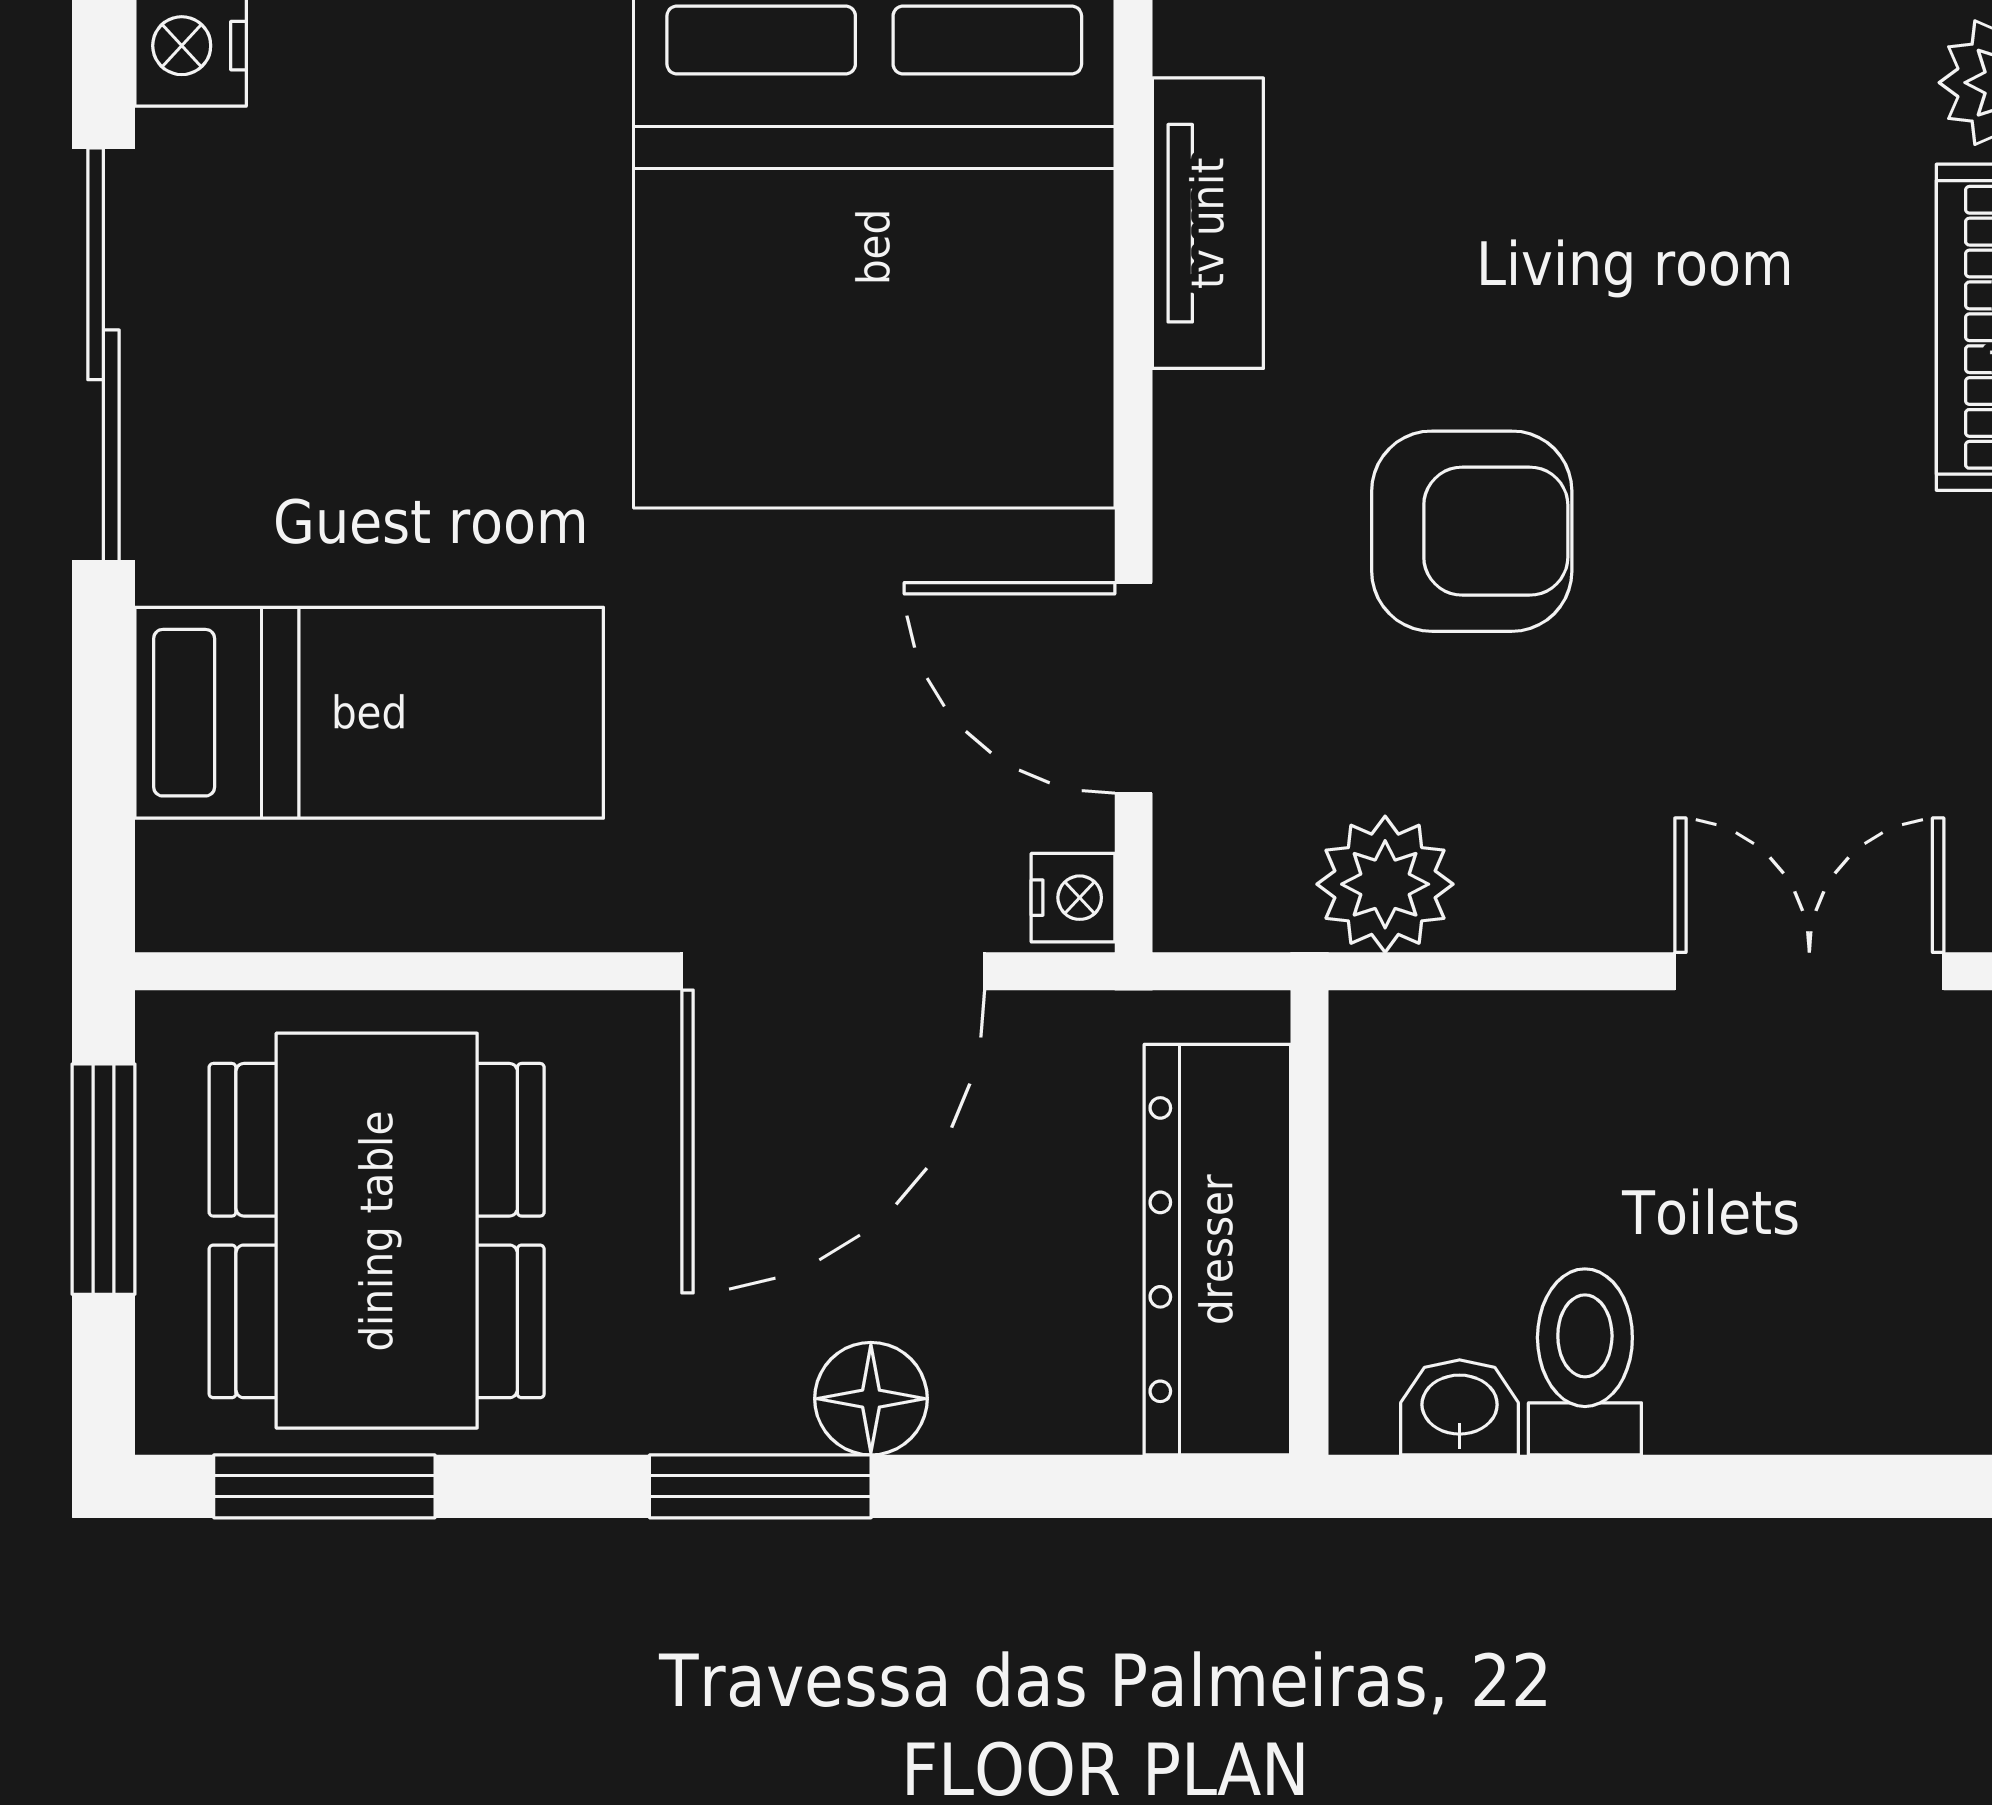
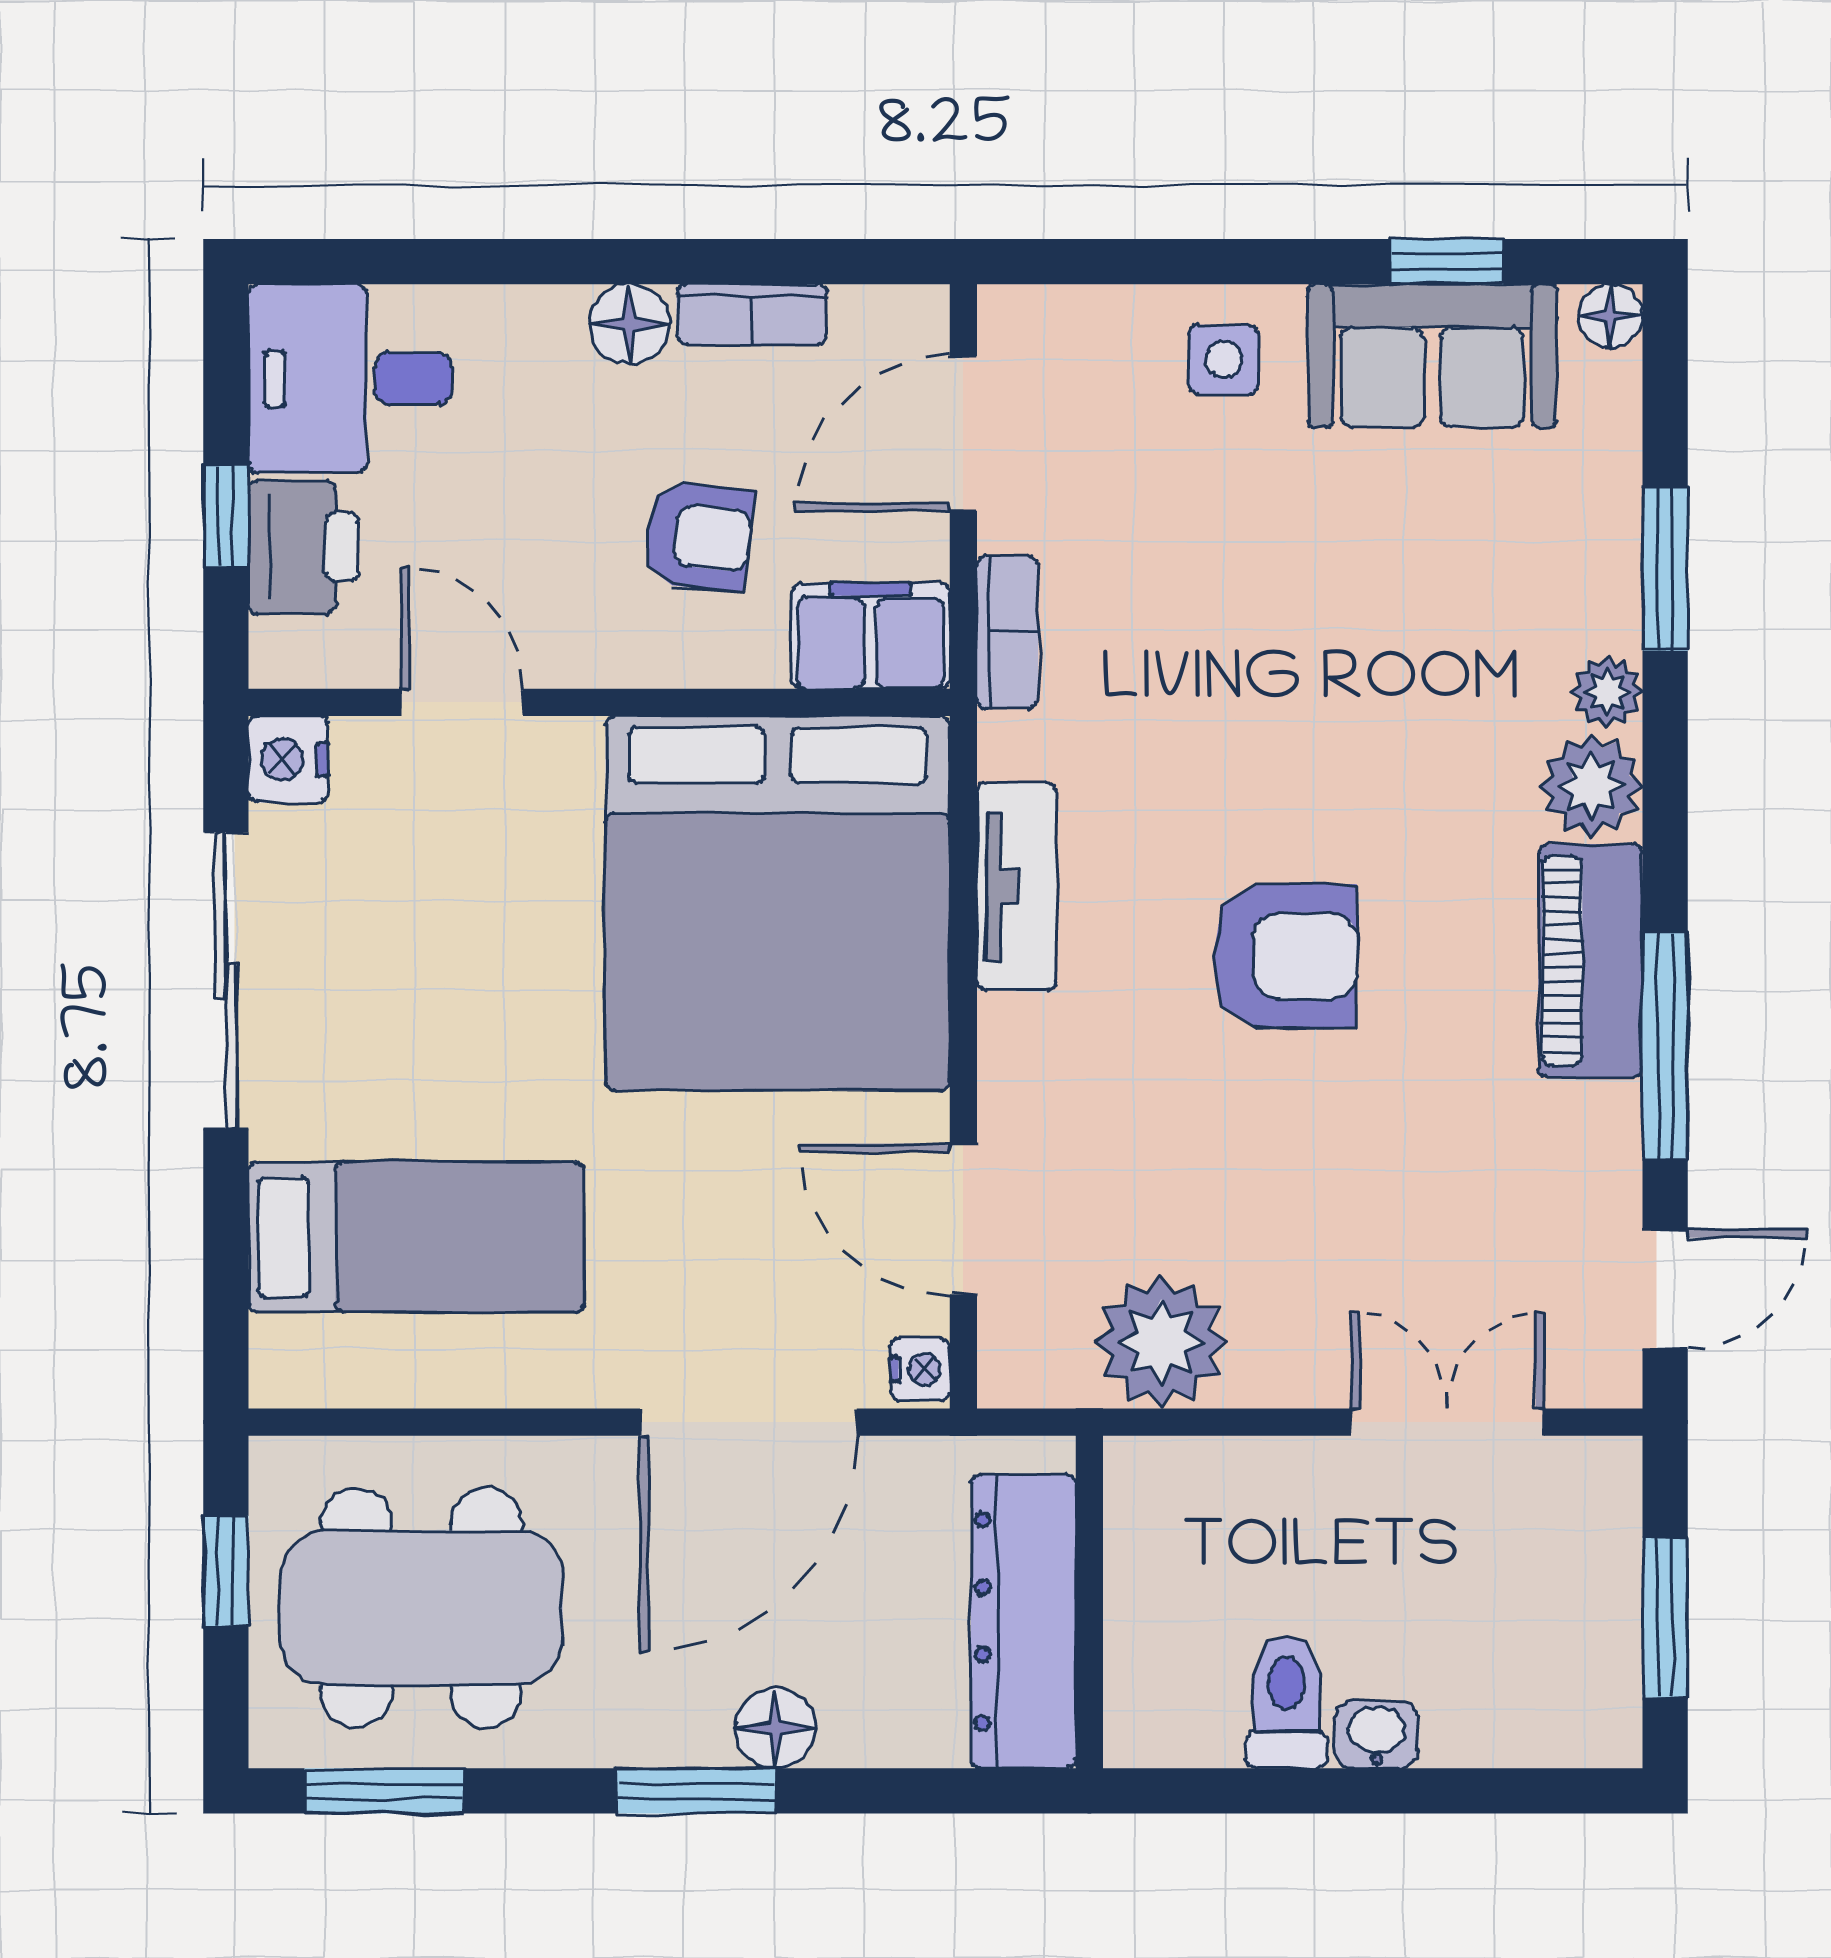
armchair: (1472, 531) -> (1285, 956), moved
plant: (1385, 884) -> (1161, 1342), width x1.36, depth x1.36
window: (103, 1179) -> (226, 1571), width x0.67
dining table: (377, 1231) -> (421, 1608), turned 90
washbasin: (1460, 1407) -> (1376, 1734), moved

